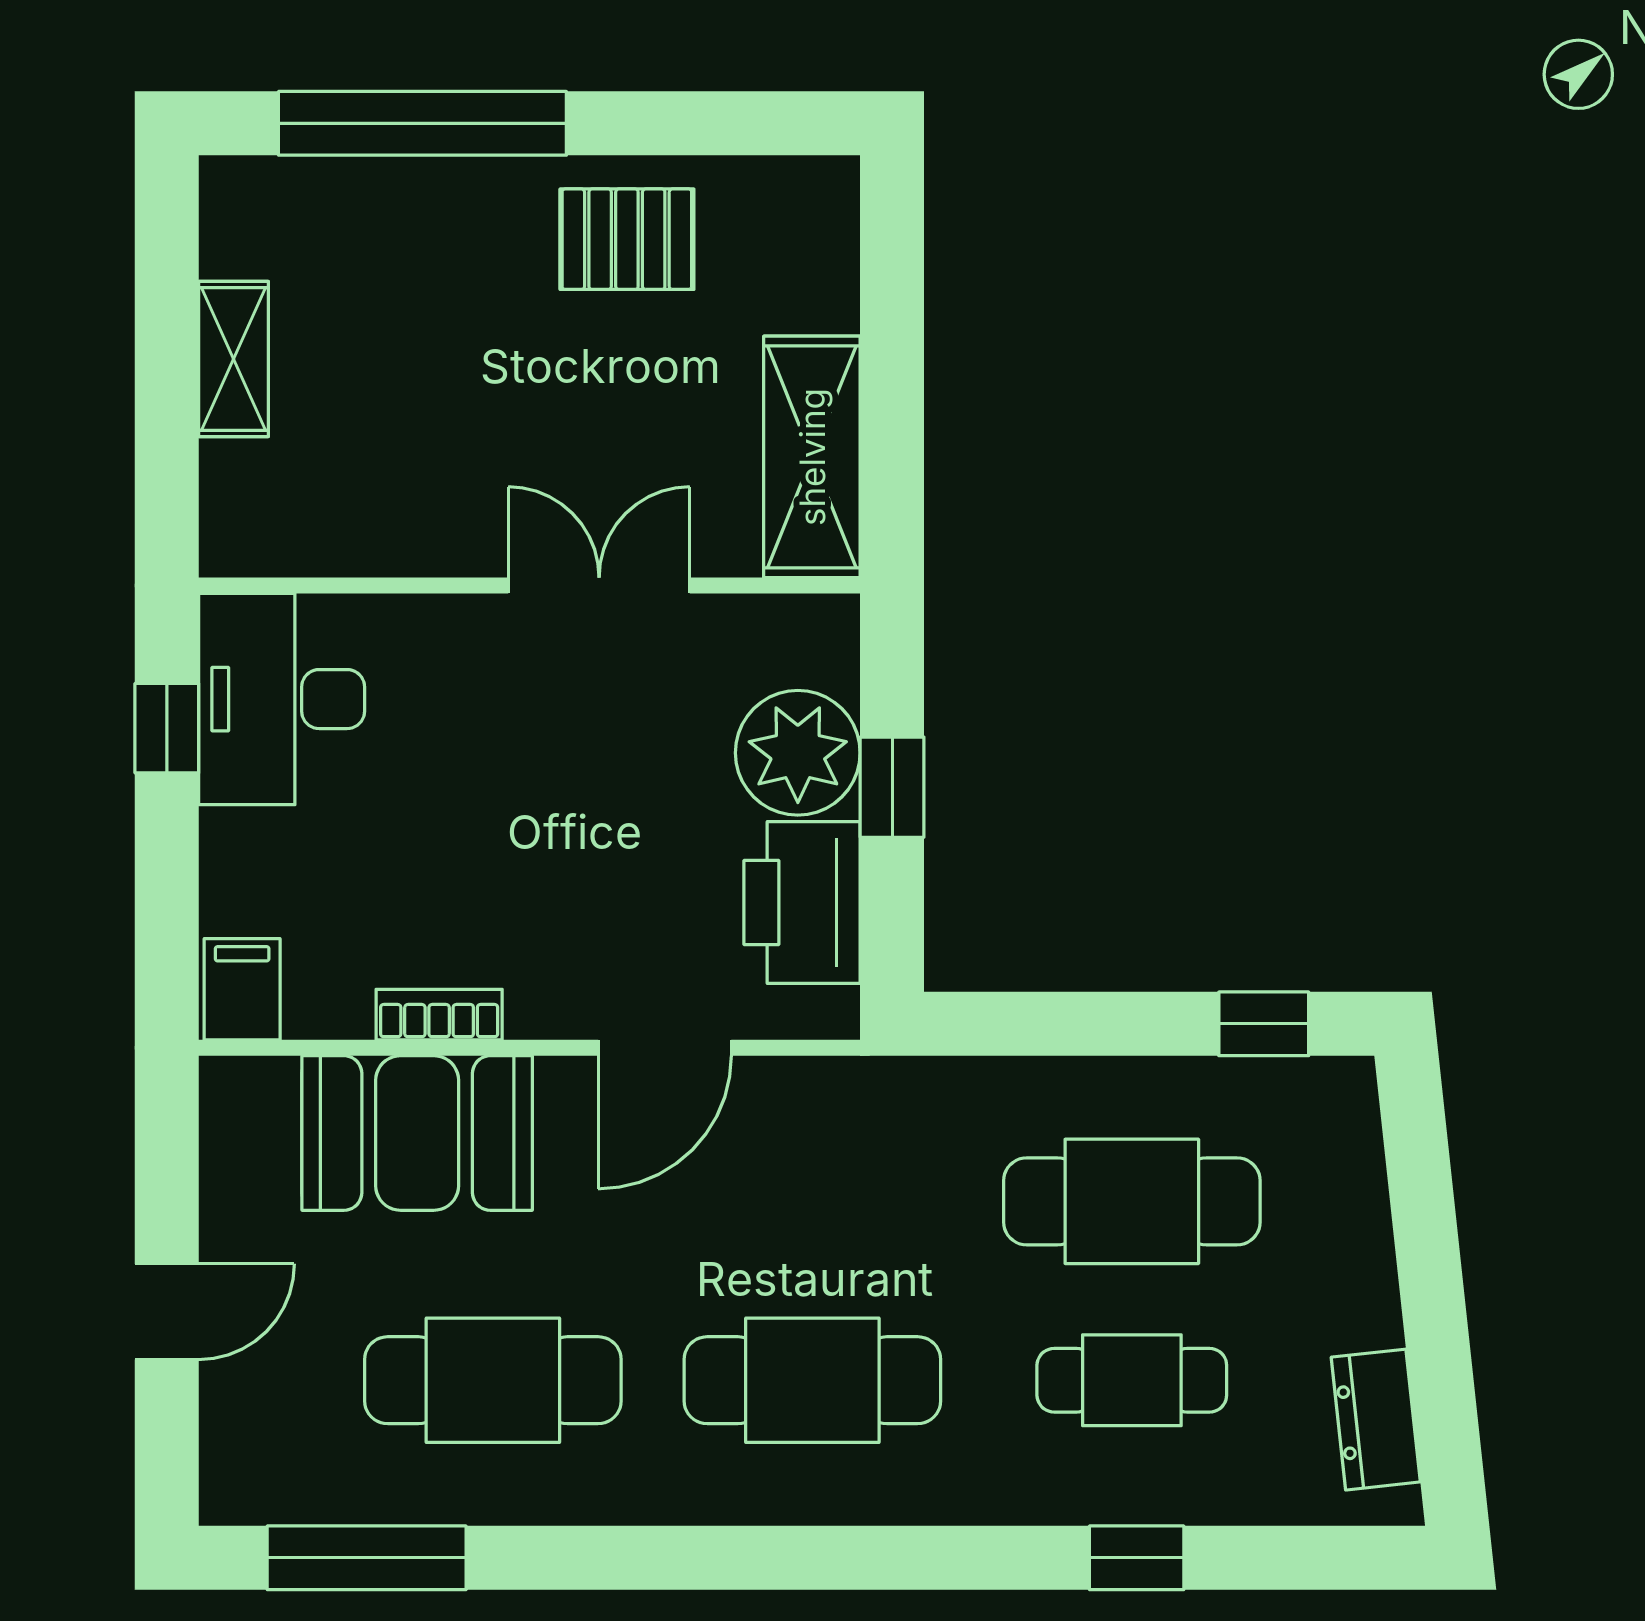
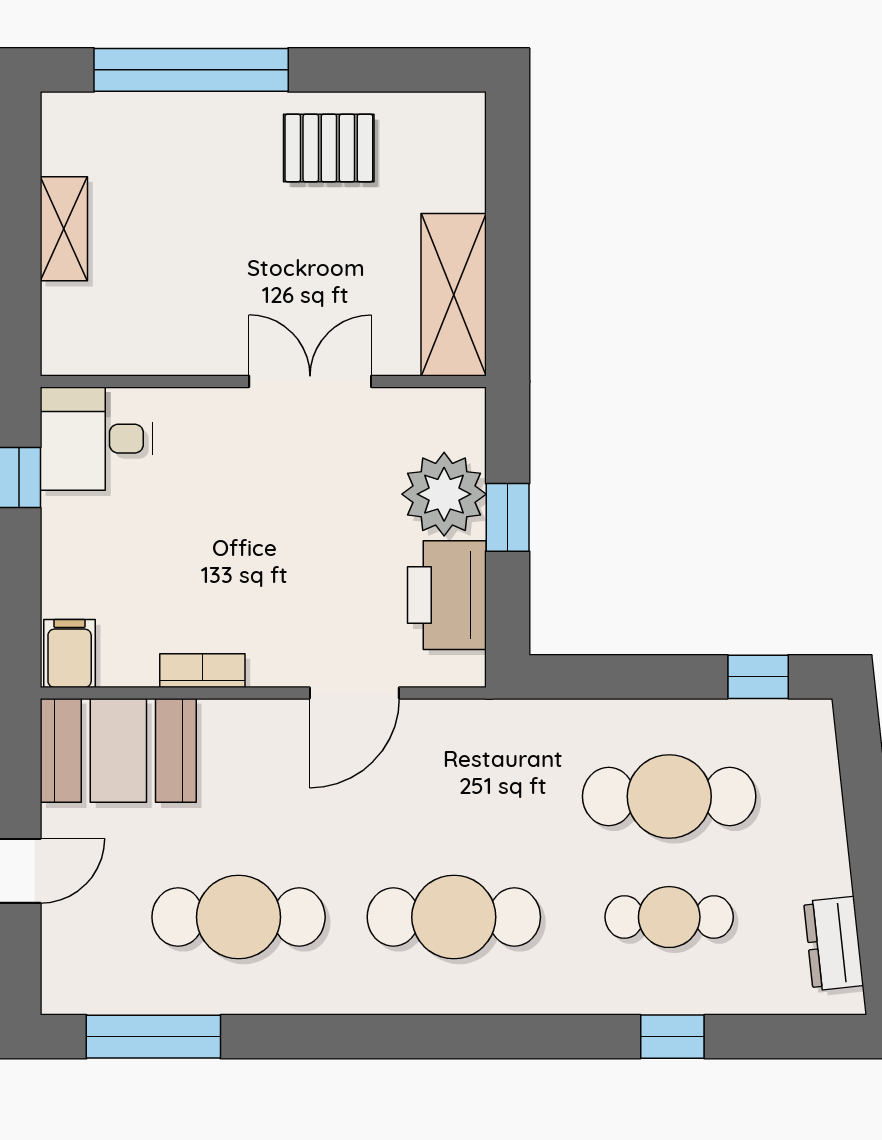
desk: (282, 699) -> (96, 439), width x0.73
booth: (417, 1133) -> (118, 750), moved

